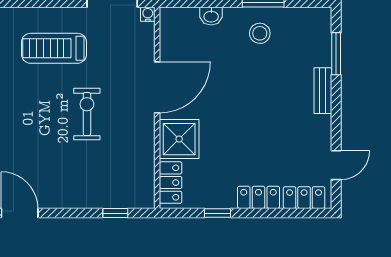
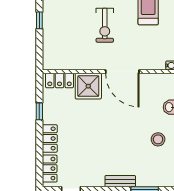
exercise bike: (87, 114) -> (105, 25), turned 90
window: (115, 213) -> (39, 20), moved

